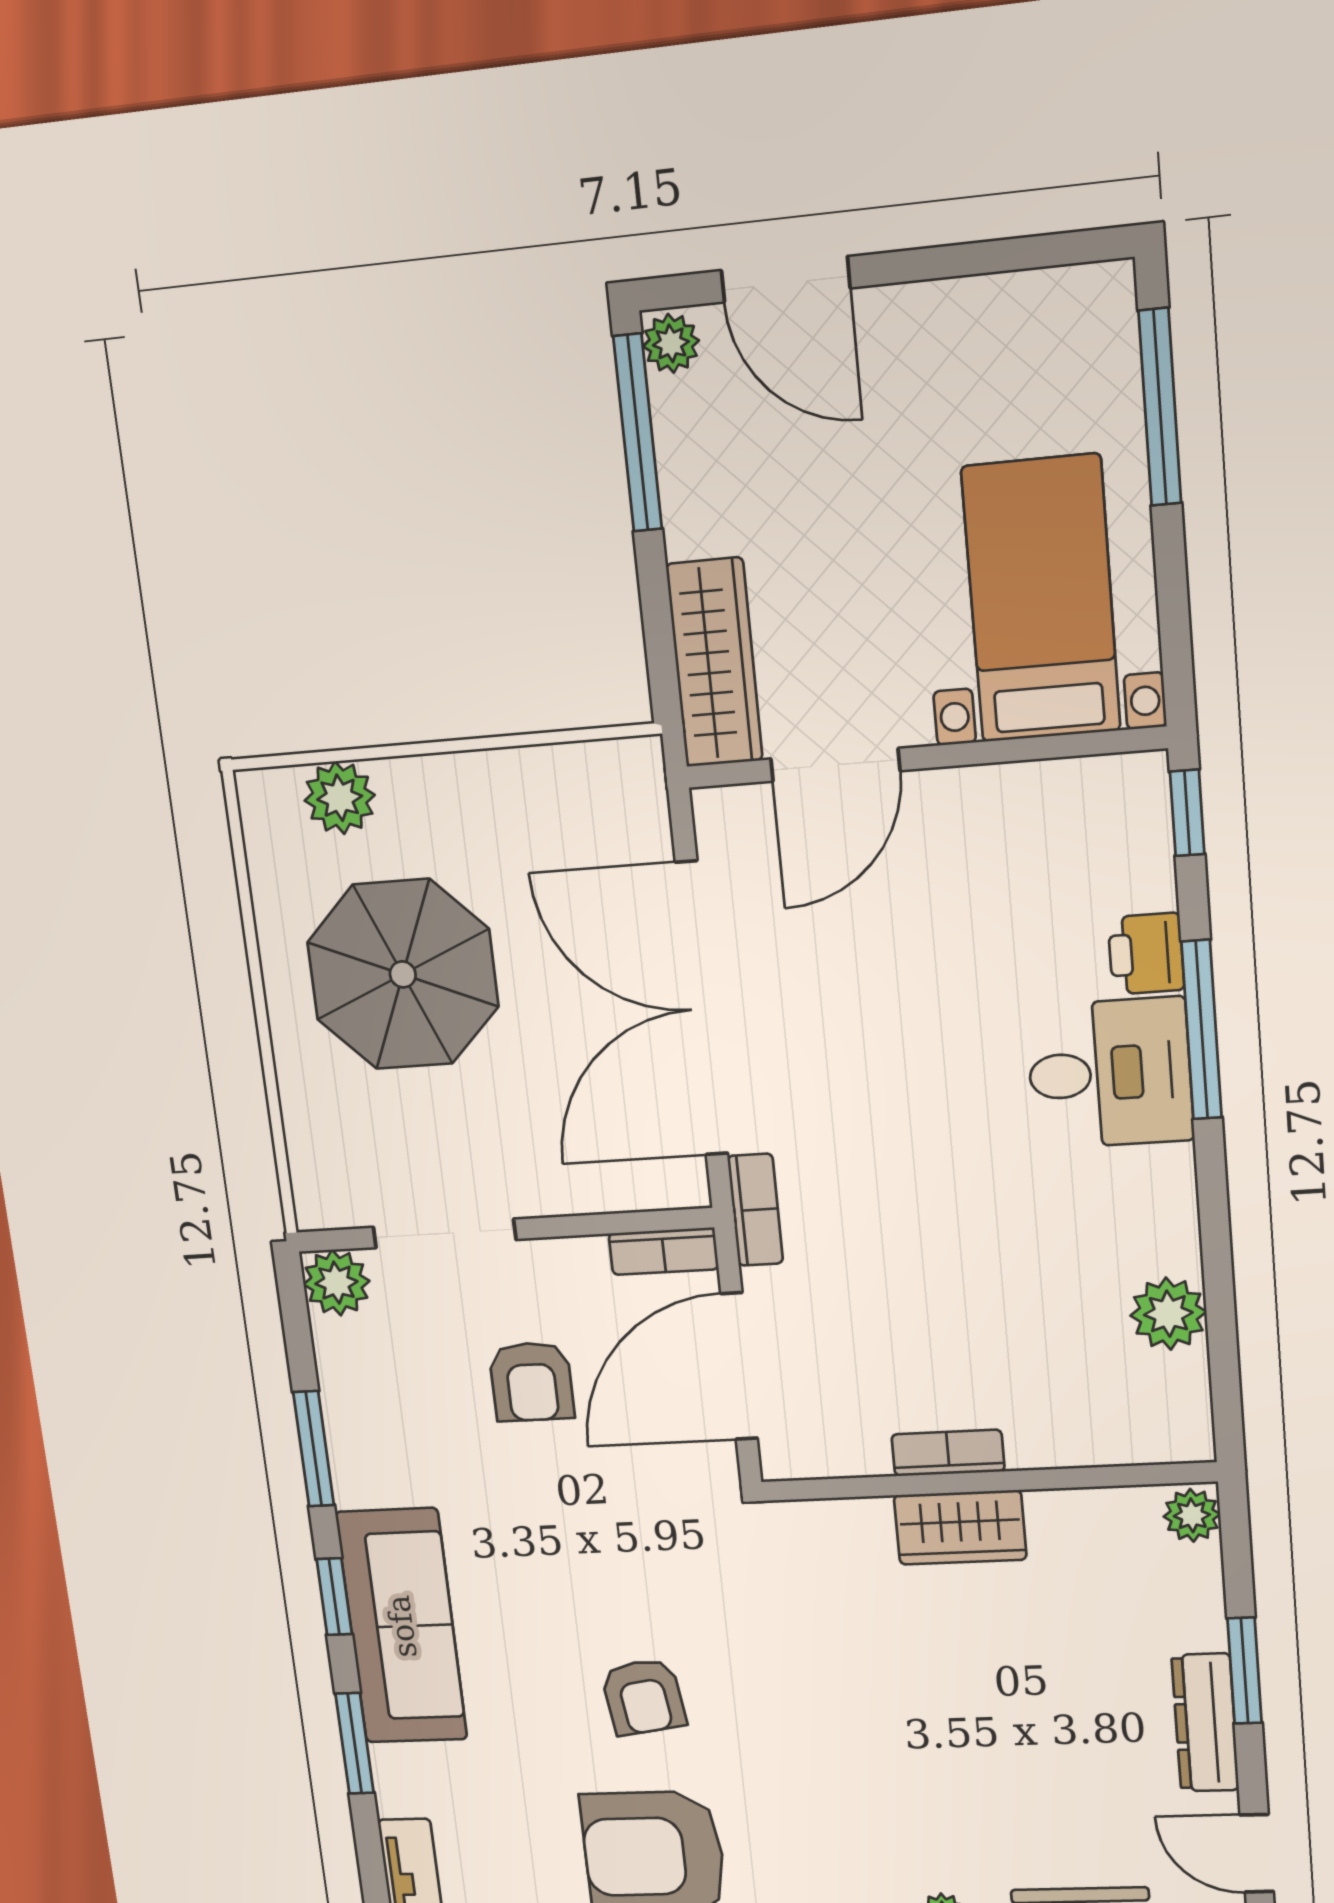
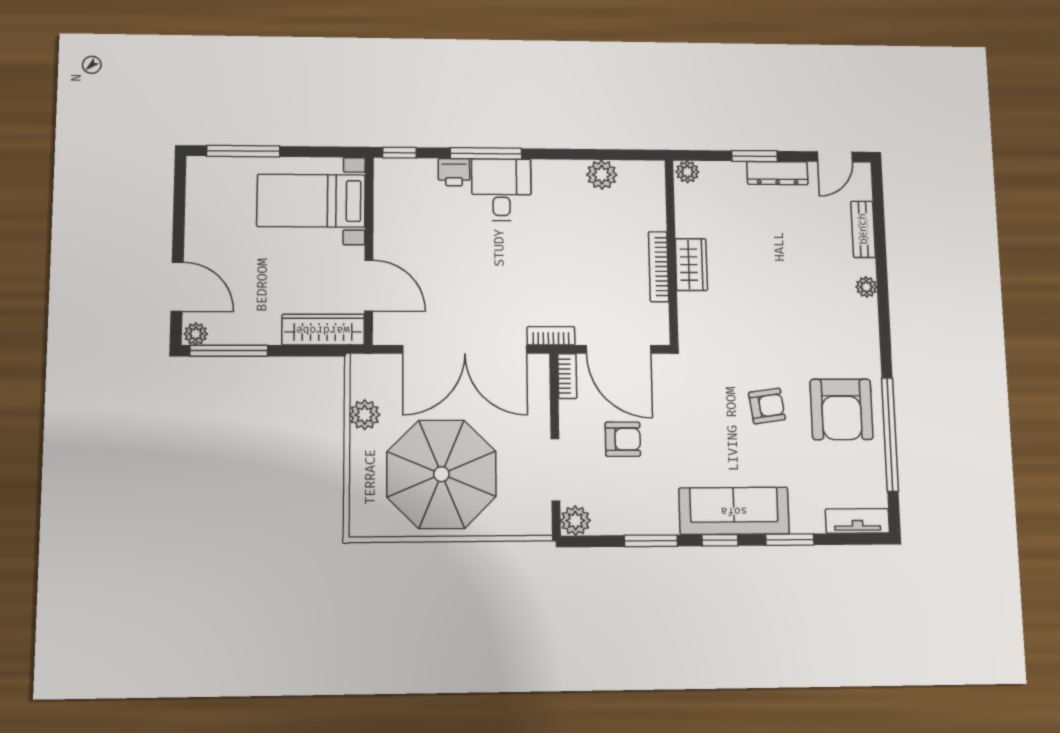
door: (786, 279) -> (177, 287), hinge flipped
plant: (340, 798) -> (365, 415), moved
parasol: (403, 974) -> (441, 474), width x1.36, depth x1.36
bookcase: (948, 1453) -> (659, 267), width x1.56

